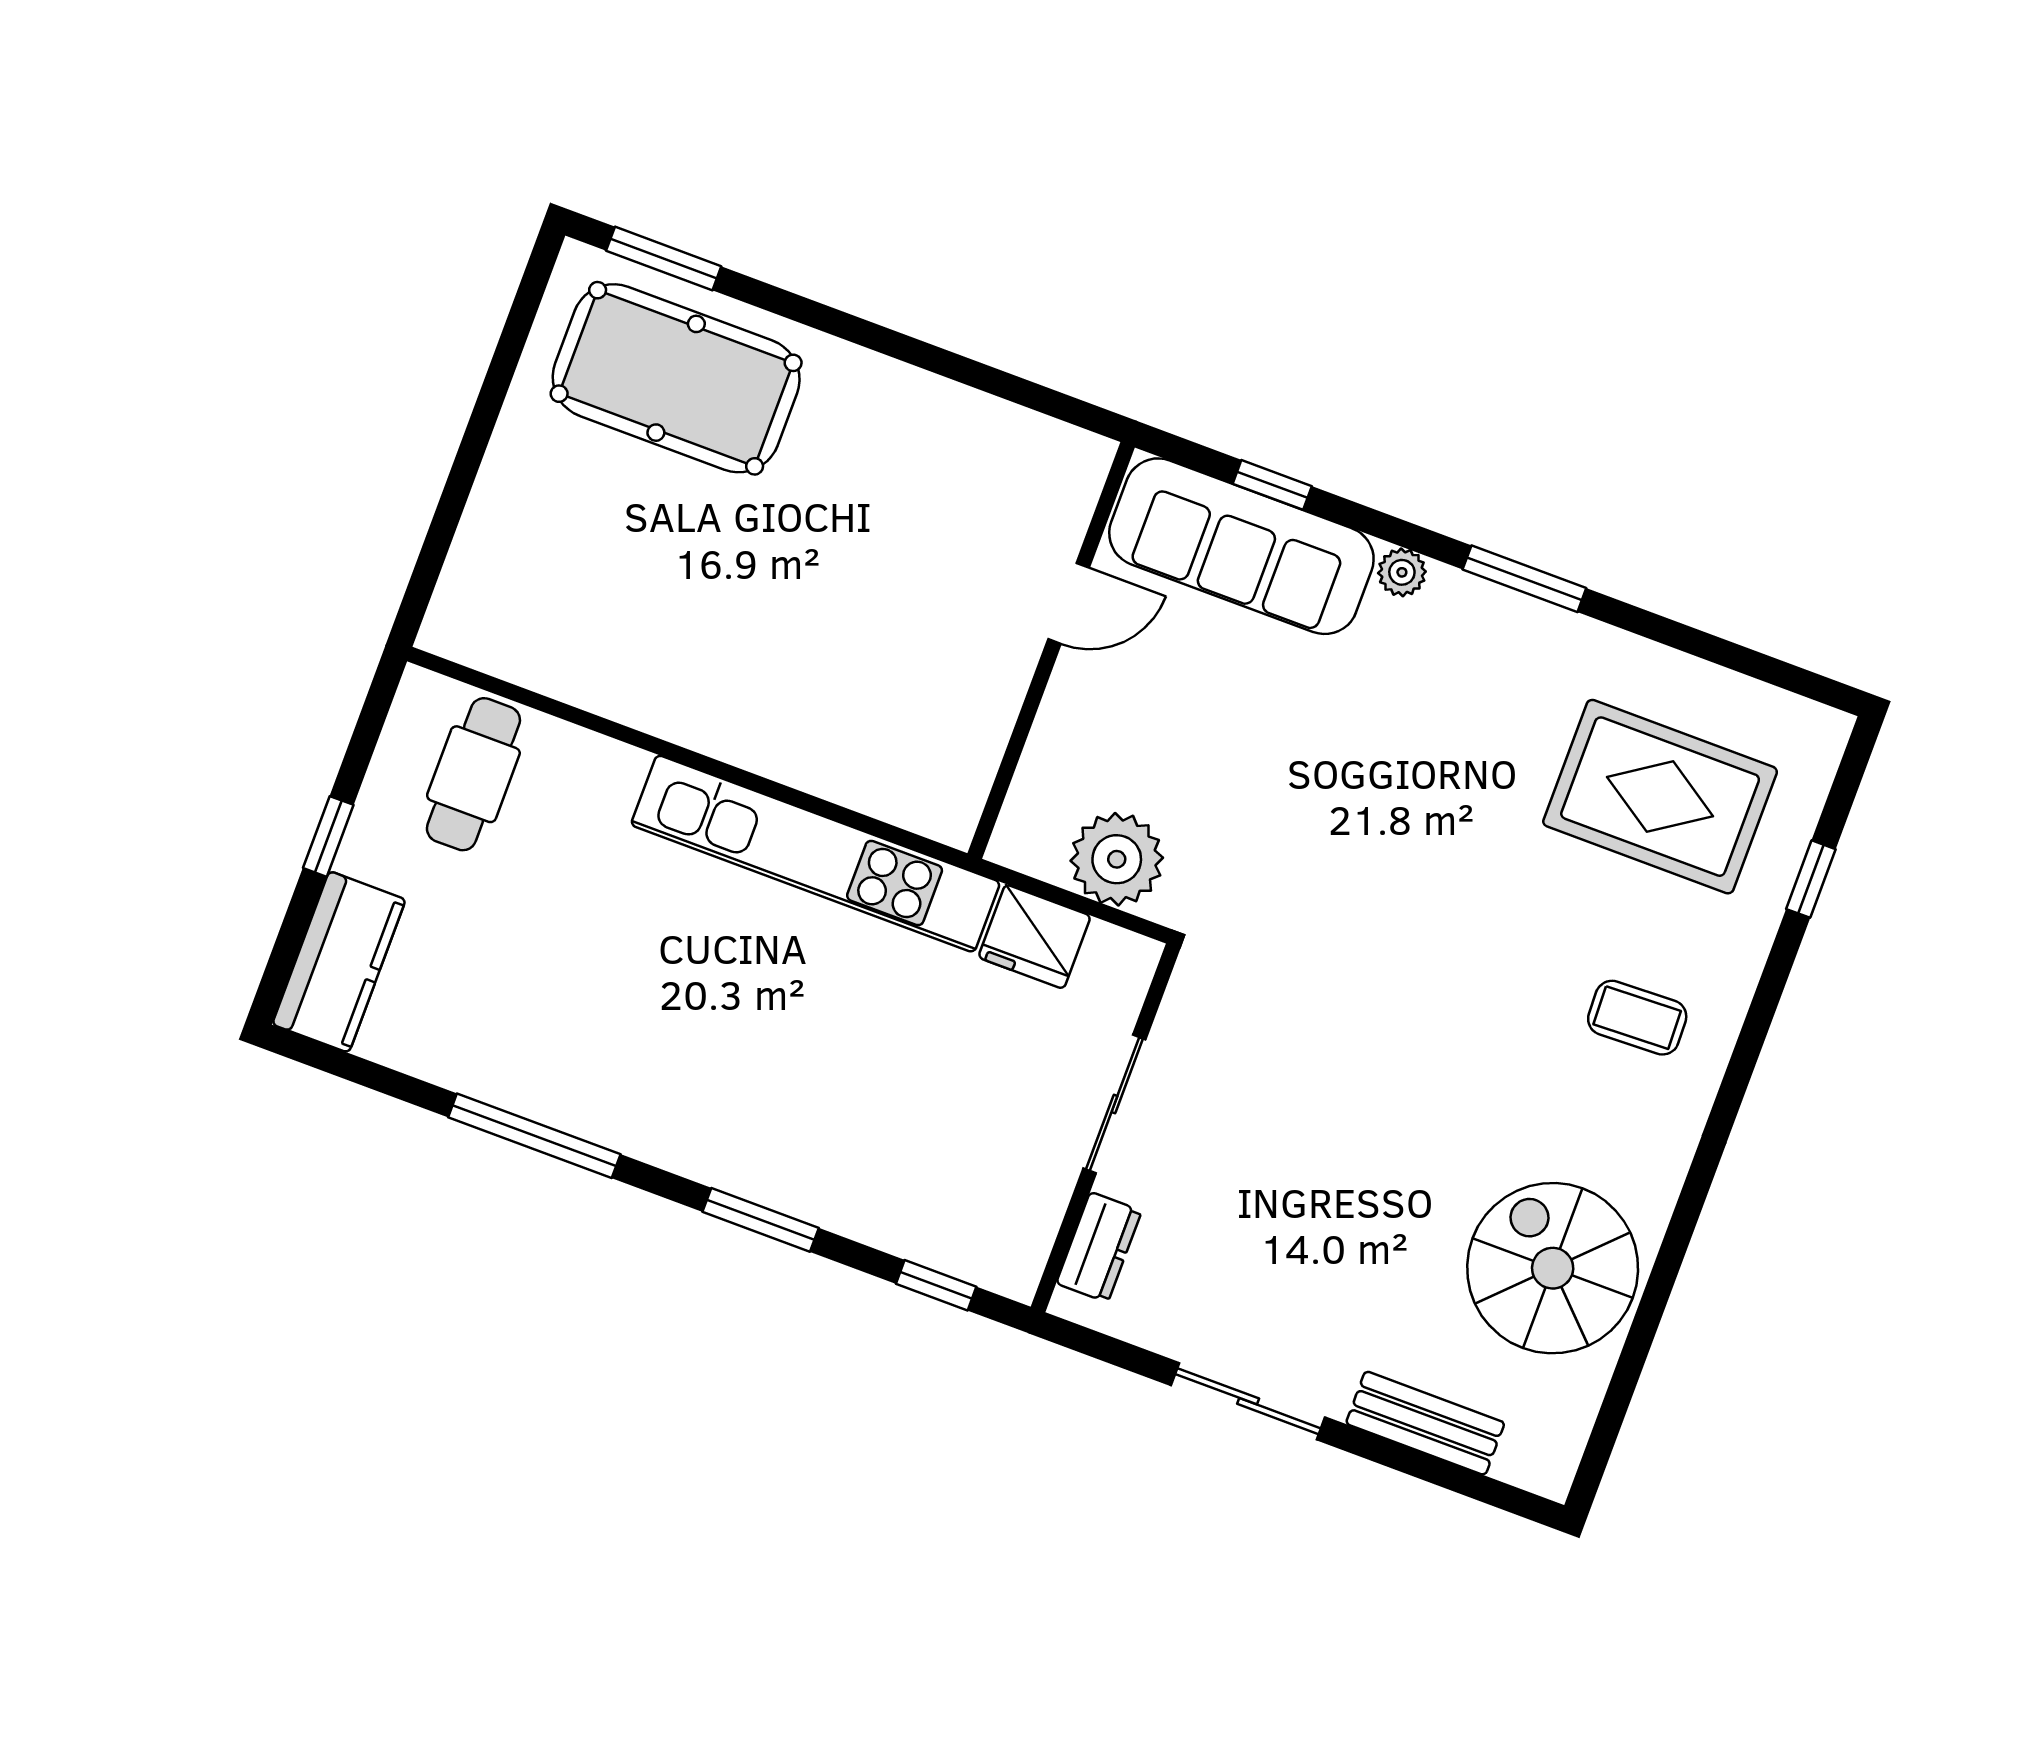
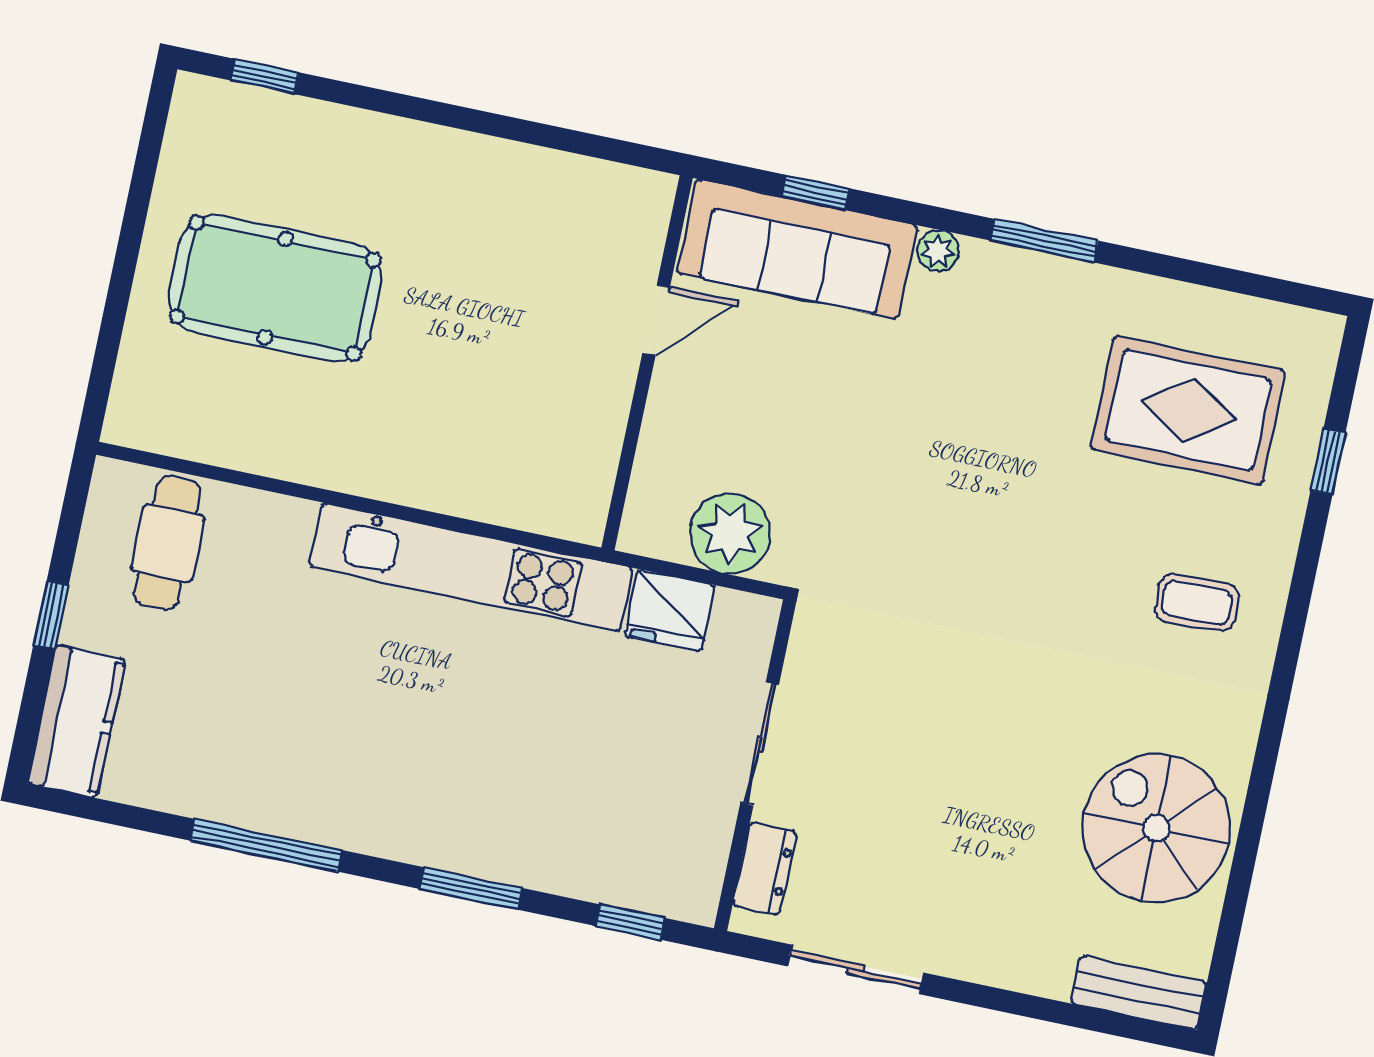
window: (664, 259) -> (265, 76), width x0.67
pool table: (676, 378) -> (275, 288), moved
sliding door: (1248, 1401) -> (855, 969), moved
bench: (1425, 1423) -> (1139, 993), moved

